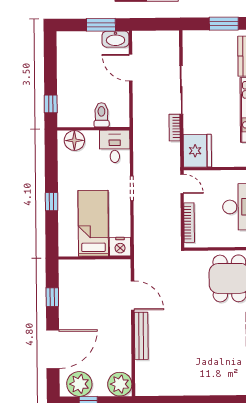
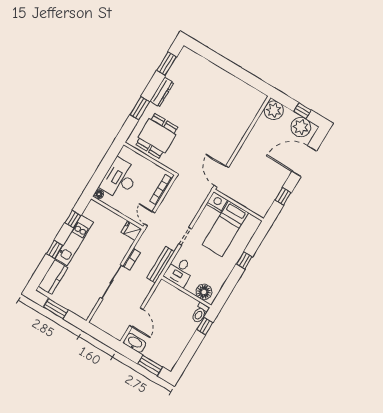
window: (101, 25) -> (150, 365), moved
toilet: (101, 115) -> (200, 313), moved
fridge: (197, 151) -> (131, 231), width x0.53, depth x0.75
door: (133, 295) -> (221, 176), moved
bench: (141, 336) -> (161, 265), moved

